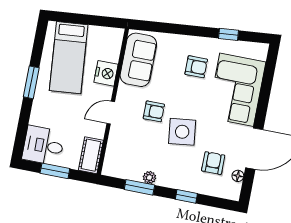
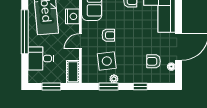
window: (31, 82) -> (25, 32), width x2.11
side table: (182, 132) -> (107, 61), moved
desk: (43, 146) -> (41, 59), moved
armchair: (213, 163) -> (154, 61), turned -90

